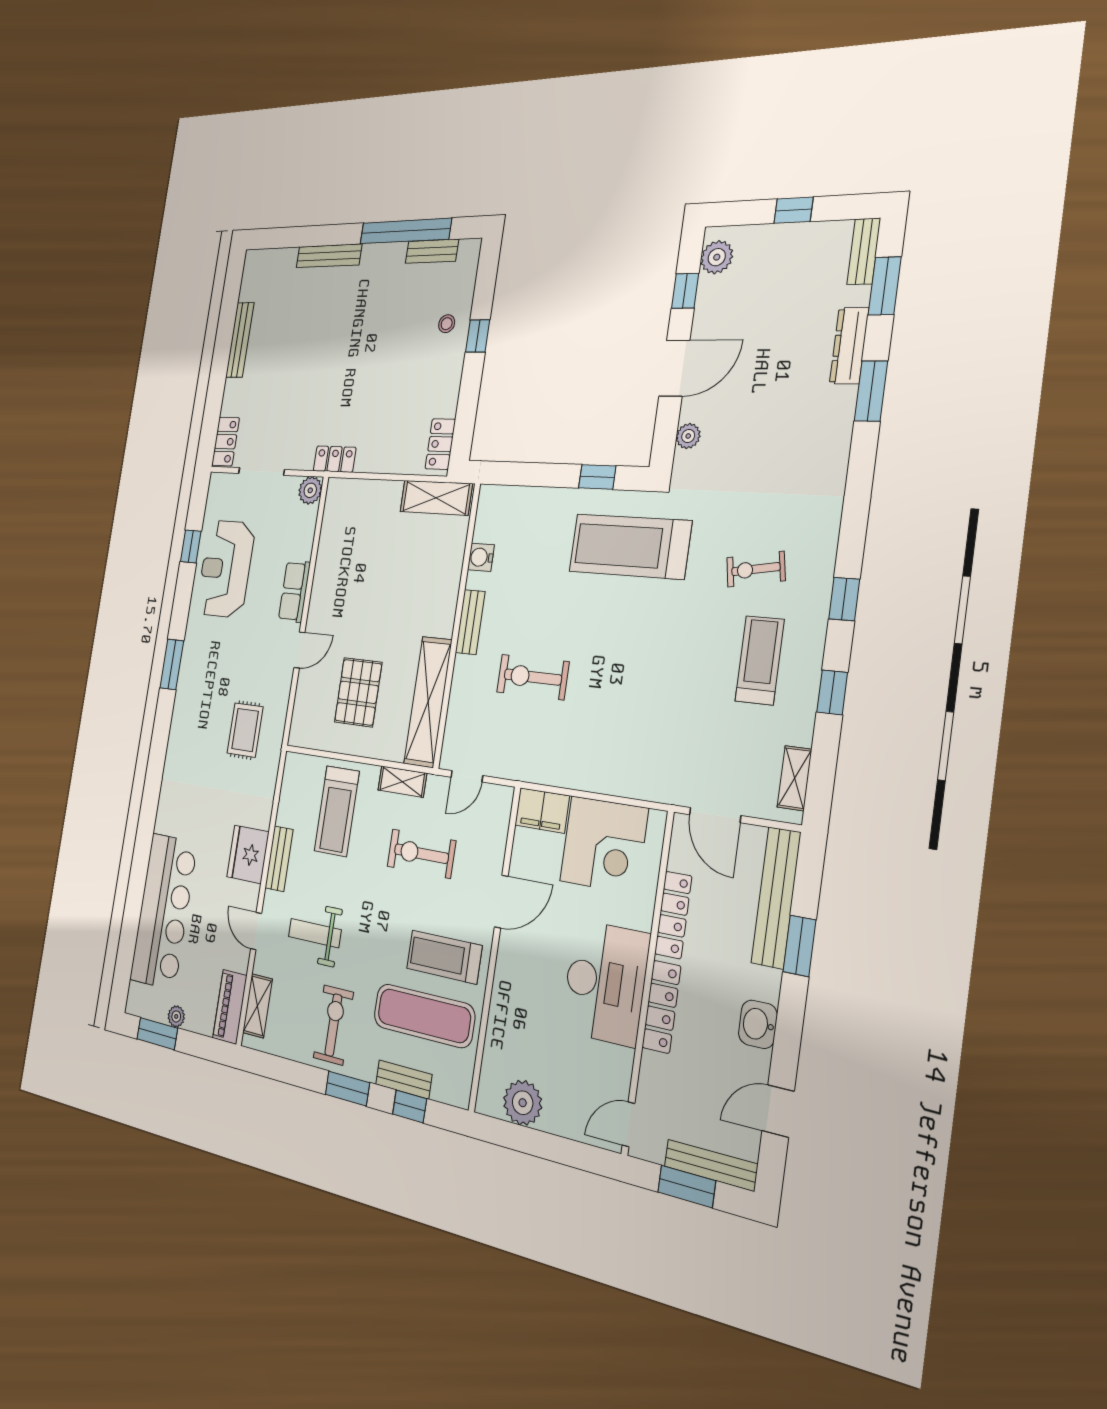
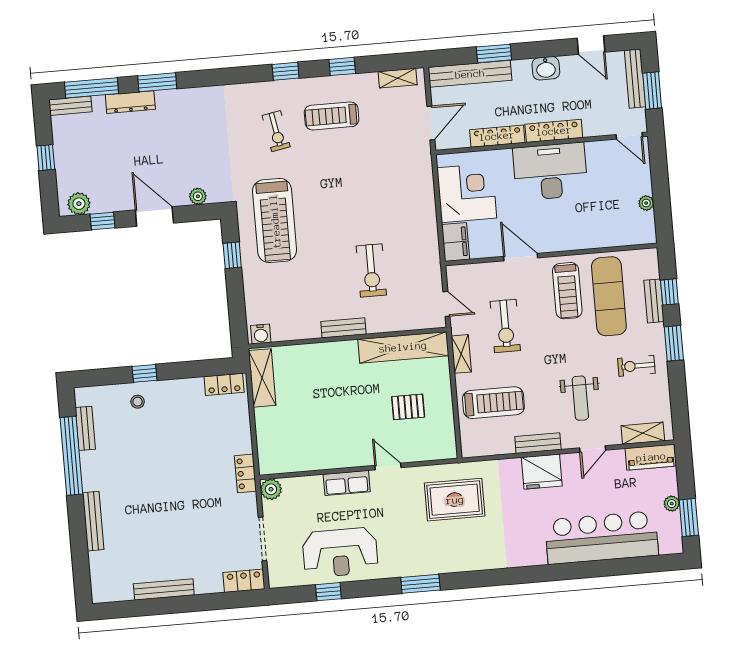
window: (885, 286) -> (91, 88), width x1.44
water cooler: (481, 557) -> (261, 334), moved
pallet: (358, 692) -> (408, 407), width x0.67, depth x0.71
rug: (245, 730) -> (455, 500), width x1.36, depth x1.43
exercise bike: (333, 1025) -> (636, 366), width x0.73, depth x0.72
plant: (523, 1103) -> (646, 203), width x0.53, depth x0.53

